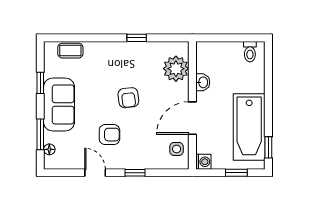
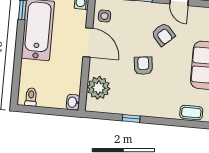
washbasin: (203, 82) -> (73, 102), moved
door: (192, 118) -> (88, 42), hinge flipped
armchair: (109, 135) -> (163, 34), turned -132

